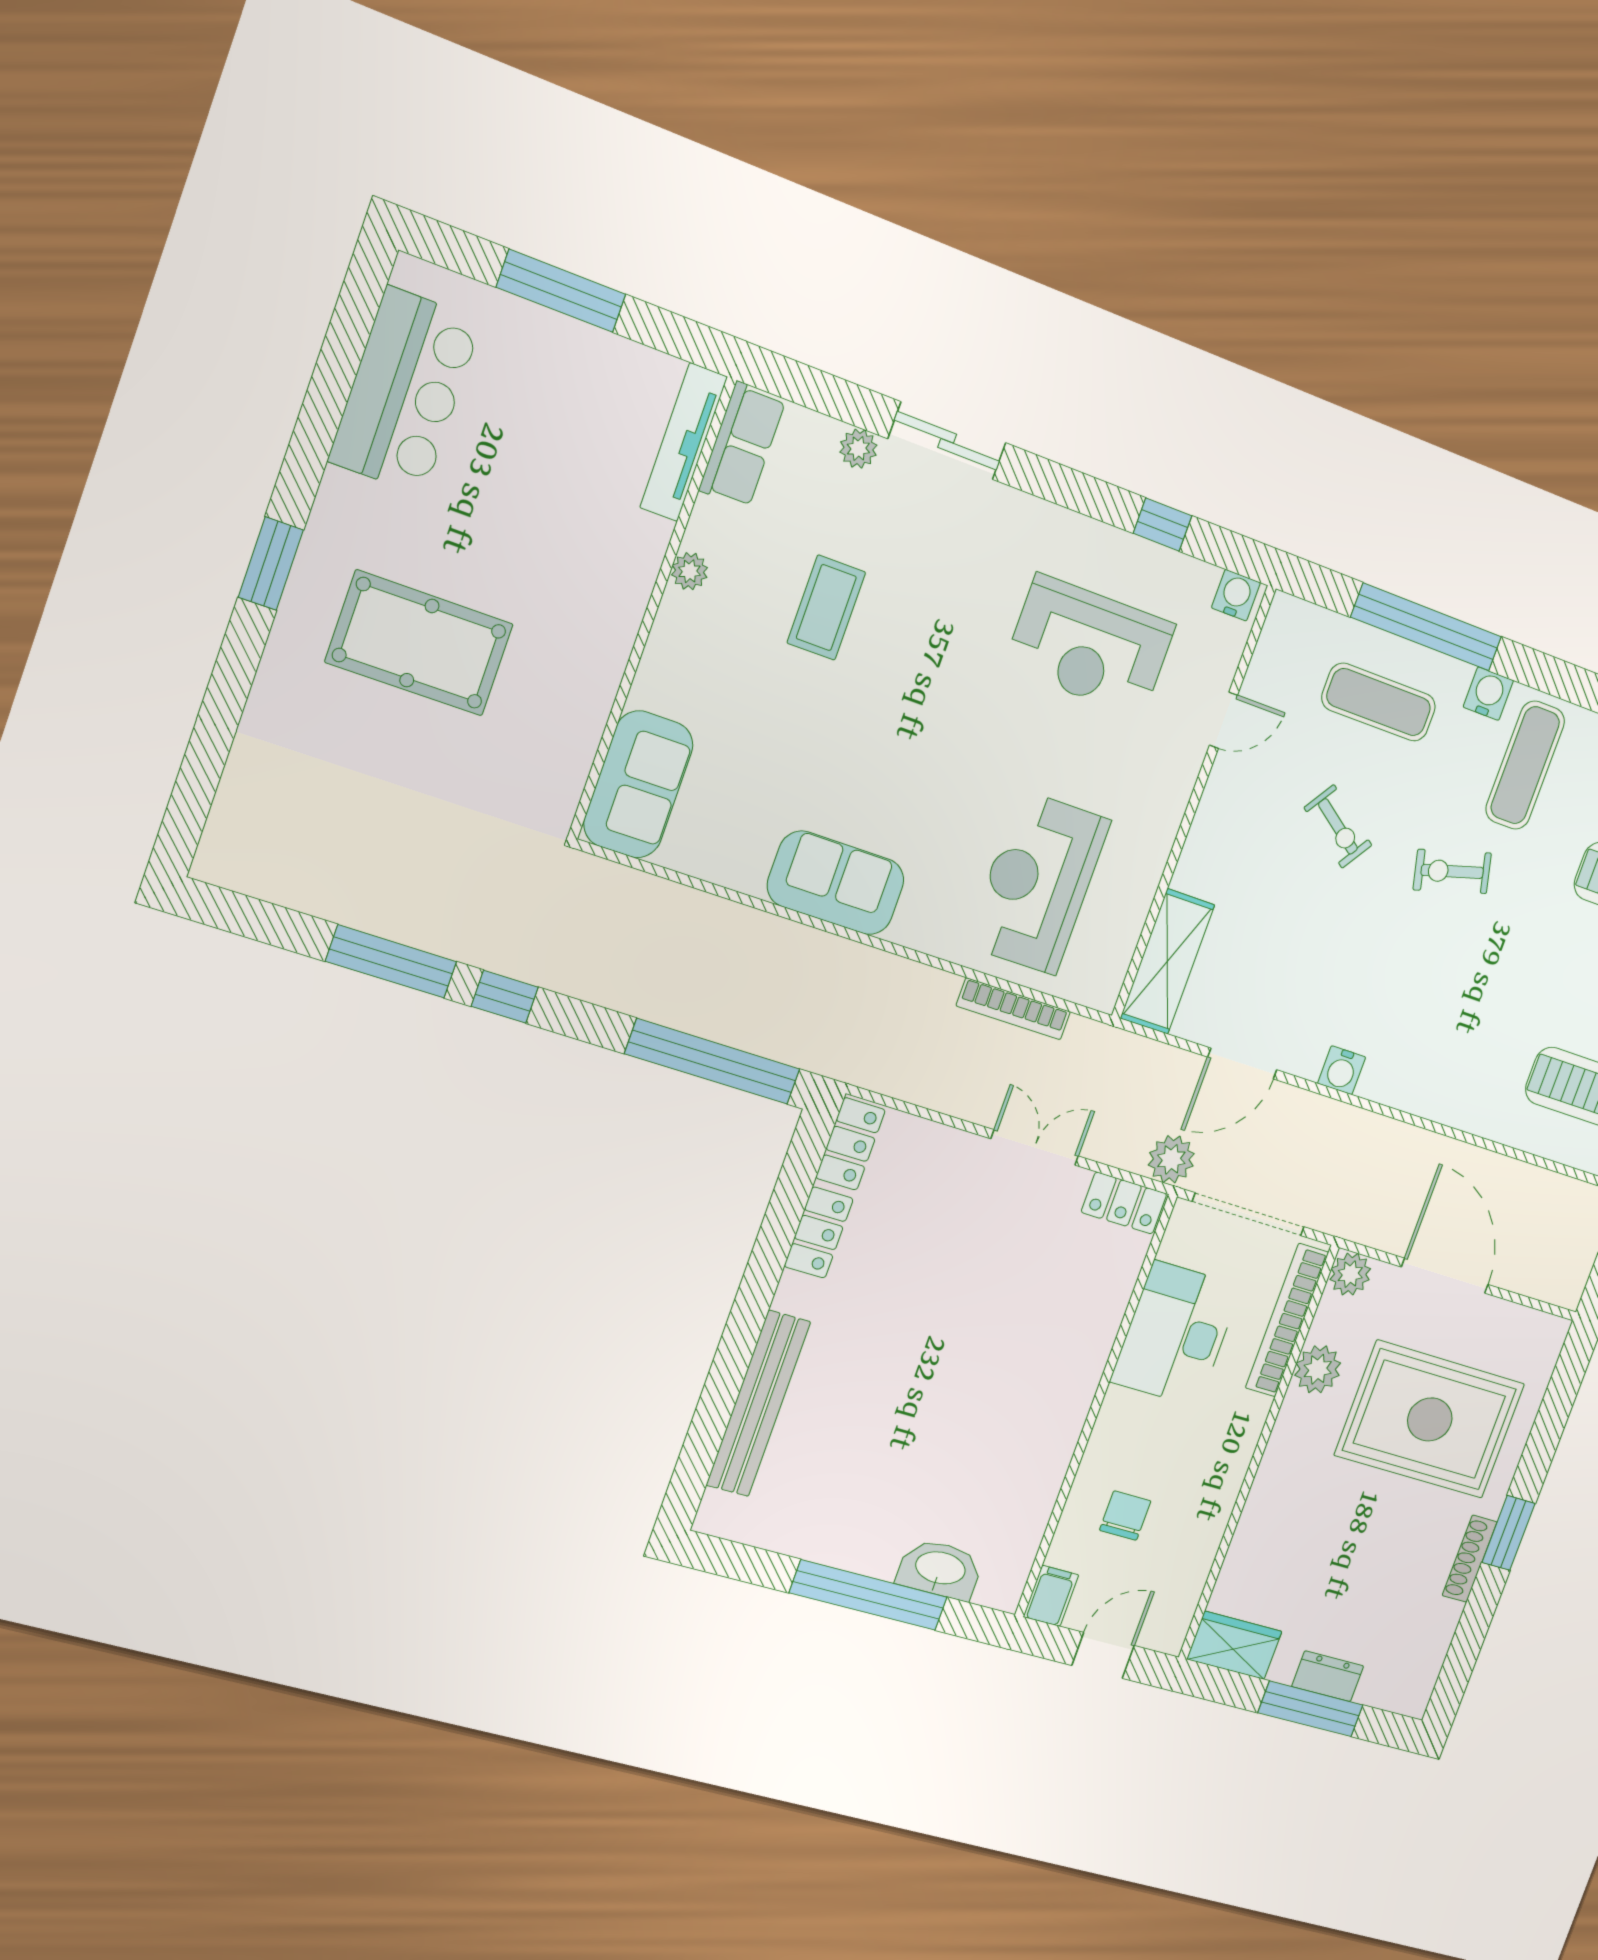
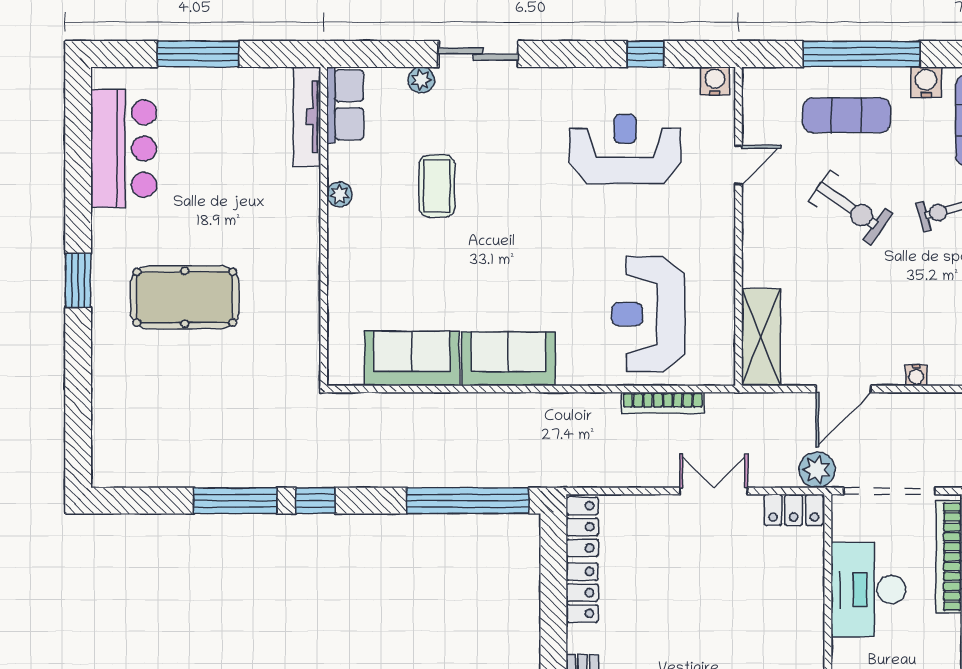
reception desk: (1090, 646) -> (625, 149), turned 180
sofa: (638, 784) -> (412, 358), moved, turned -90
exercise bike: (1338, 826) -> (850, 207), width x1.38, depth x1.39
water cooler: (1342, 1070) -> (916, 375), width x0.72, depth x0.72

